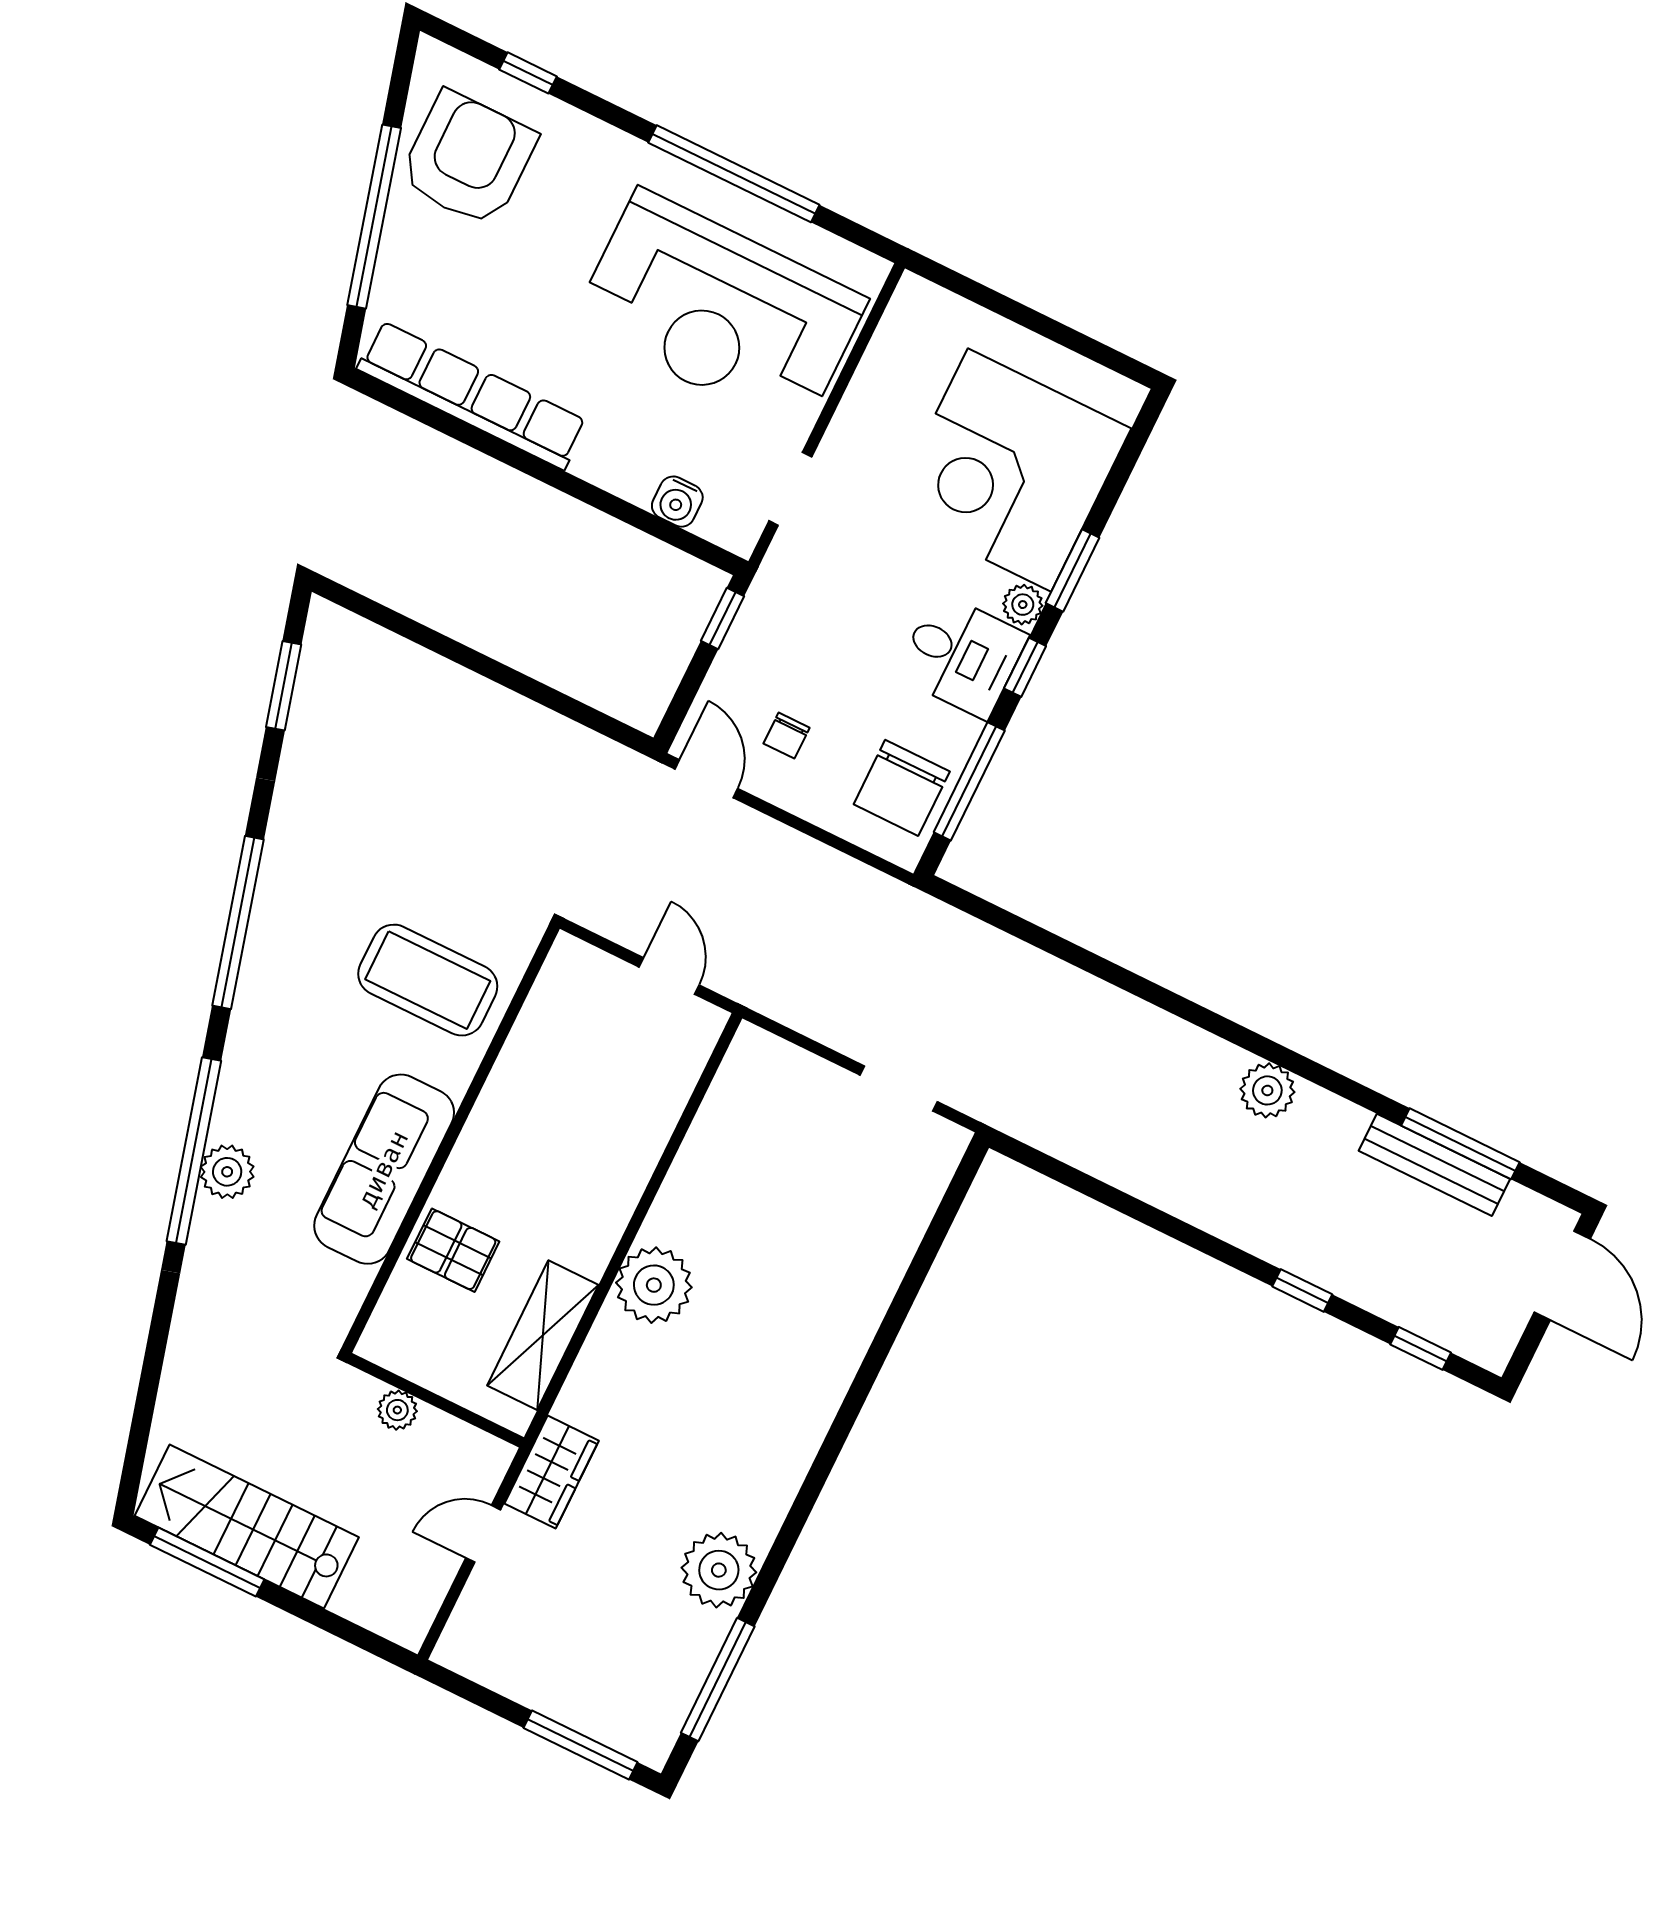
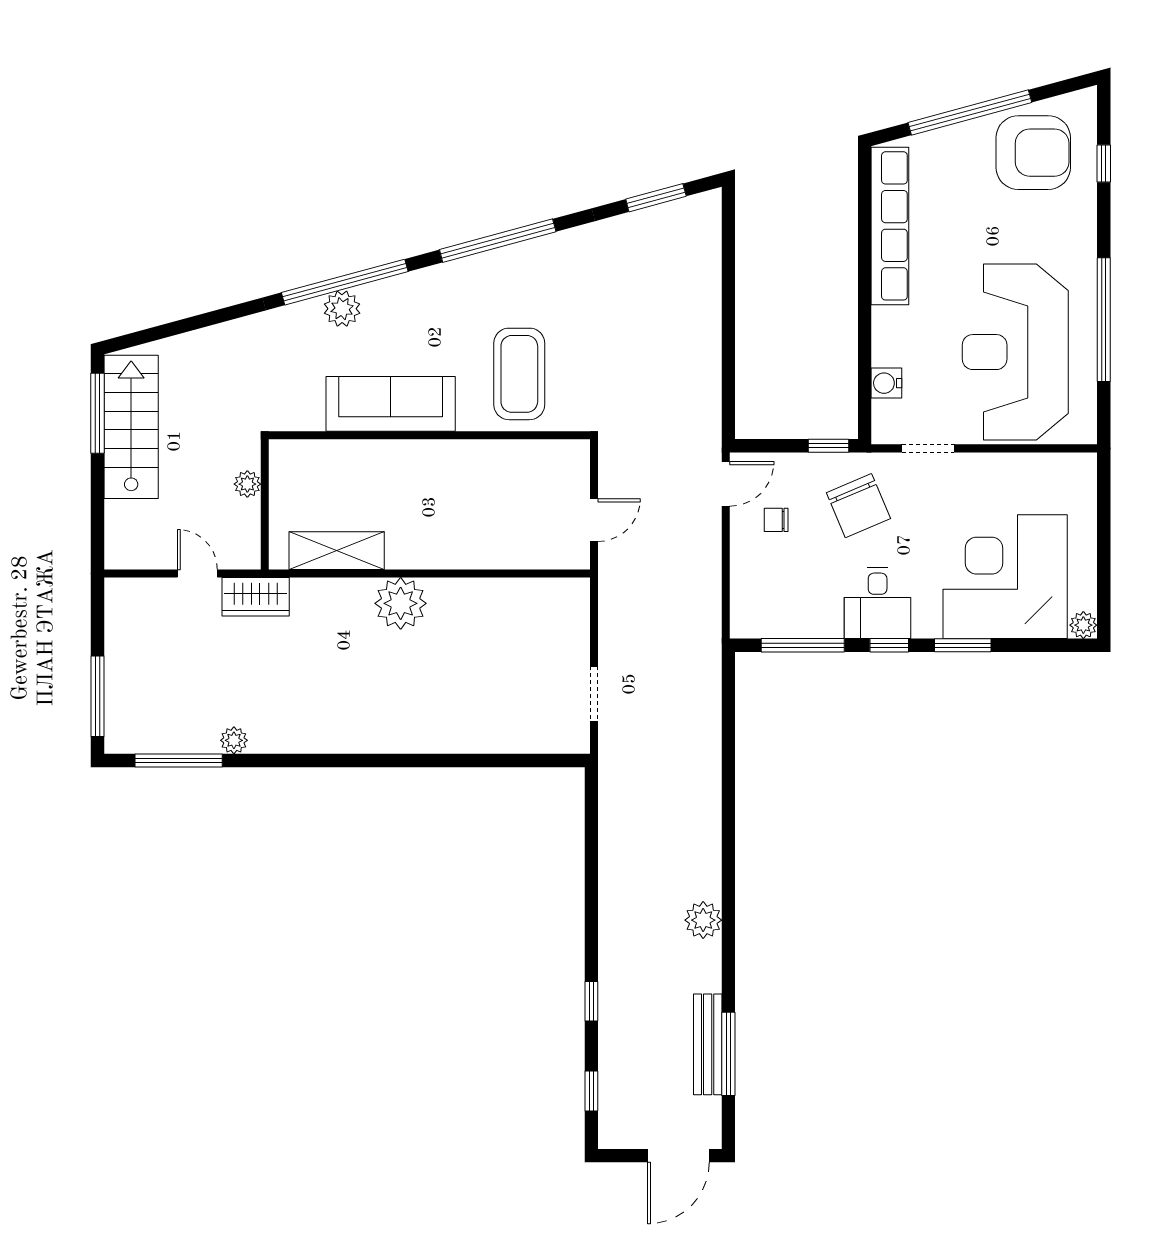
plant: (1023, 605) -> (1083, 625), moved
chair: (902, 788) -> (858, 506), moved, turned -113
pallet: (453, 1250) -> (362, 470), removed
plant: (719, 1570) -> (234, 740), width x0.53, depth x0.53

